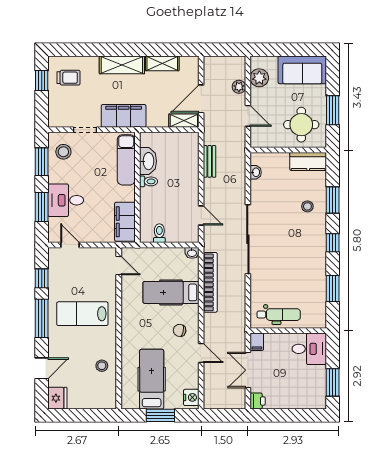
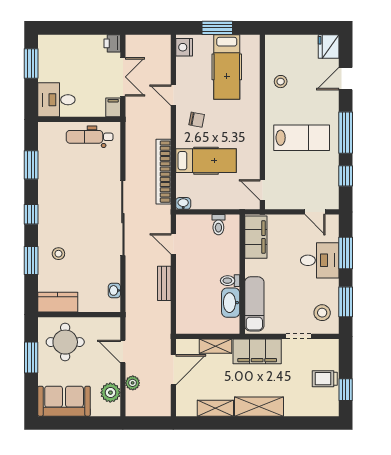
trolley: (69, 78) -> (325, 379), moved
shelving: (184, 121) -> (216, 346), moved
bench: (210, 161) -> (164, 283), moved

